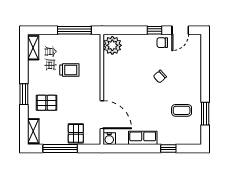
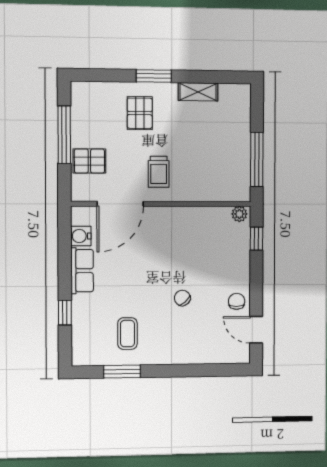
window: (155, 30) -> (256, 239), moved
plant: (112, 45) -> (239, 214), width x0.53, depth x0.53
shelving: (33, 48) -> (198, 92), moved
trolley: (69, 70) -> (159, 172), moved
shelving: (33, 131) -> (93, 91), removed
water cooler: (109, 139) -> (81, 236), moved

